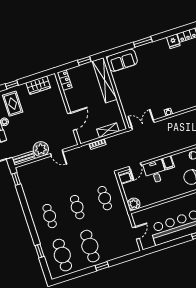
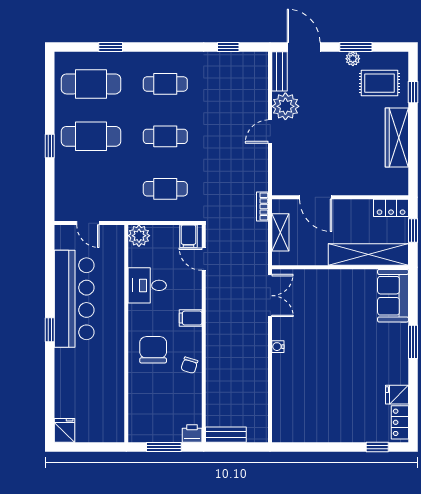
locker: (65, 80) -> (391, 208), moved
wardrobe: (38, 85) -> (397, 138), width x1.50
wall: (68, 109) -> (340, 197), moved
door: (72, 121) -> (316, 197), moved
desk: (155, 172) -> (147, 285), moved, turned 180
window: (16, 179) -> (228, 47), moved

